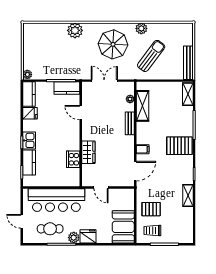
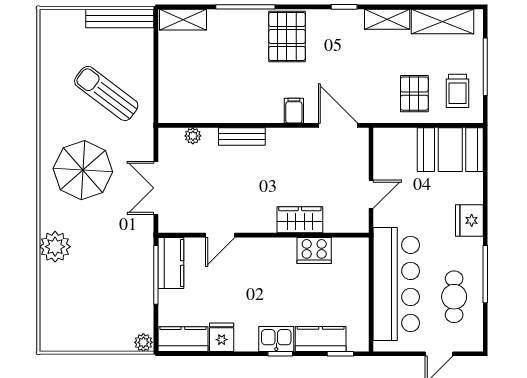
plant: (141, 28) -> (51, 113), removed
shelving: (142, 106) -> (443, 21), moved
plant: (74, 238) -> (472, 249), removed

